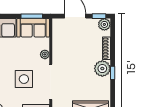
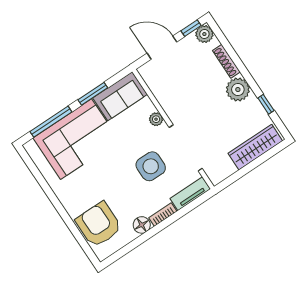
window: (32, 16) -> (93, 94), moved
window: (113, 73) -> (266, 104), moved

